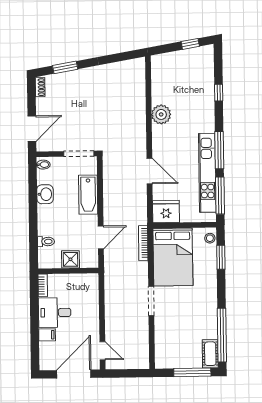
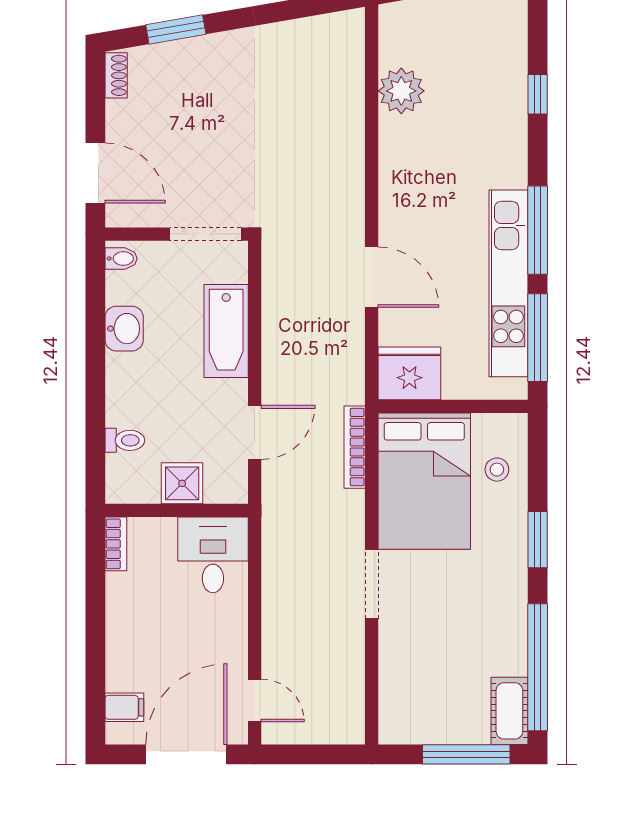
plant: (161, 114) -> (401, 91), moved
door: (32, 129) -> (95, 173), hinge flipped
stool: (210, 238) -> (497, 470), moved
window: (221, 257) -> (538, 540), moved
desk: (55, 313) -> (213, 555), moved, turned 90
filing cabinet: (47, 335) -> (124, 707), moved

